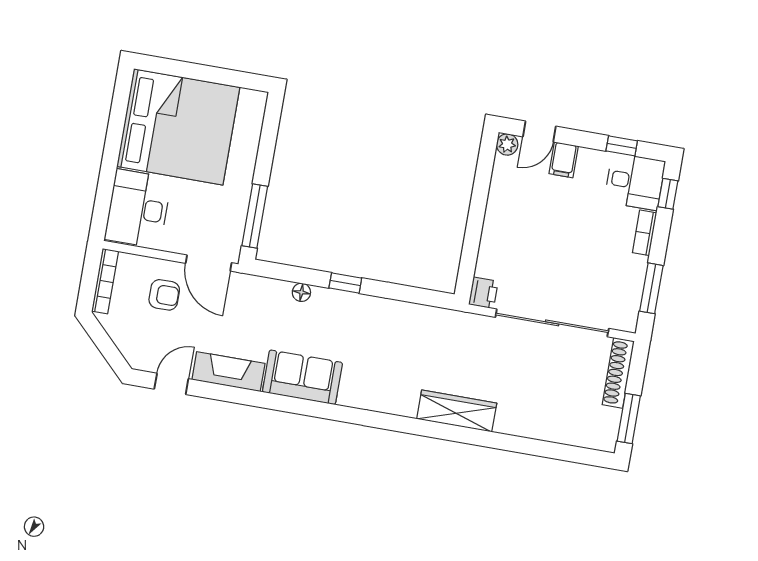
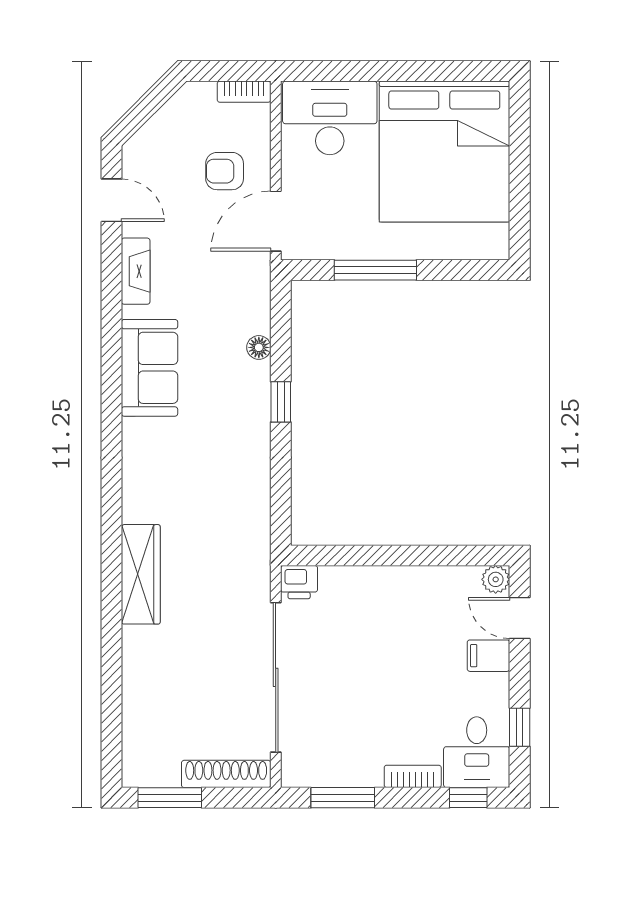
window: (255, 216) -> (375, 270), moved
bookcase: (105, 281) -> (244, 92), width x0.64
armchair: (164, 295) -> (225, 171), turned 90
fireplace: (228, 372) -> (136, 271), width x0.73, depth x0.76

